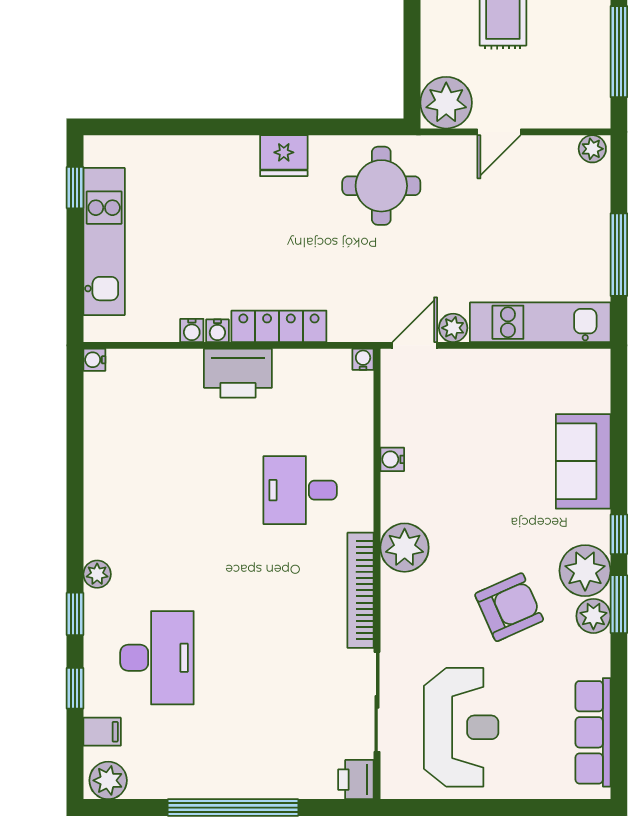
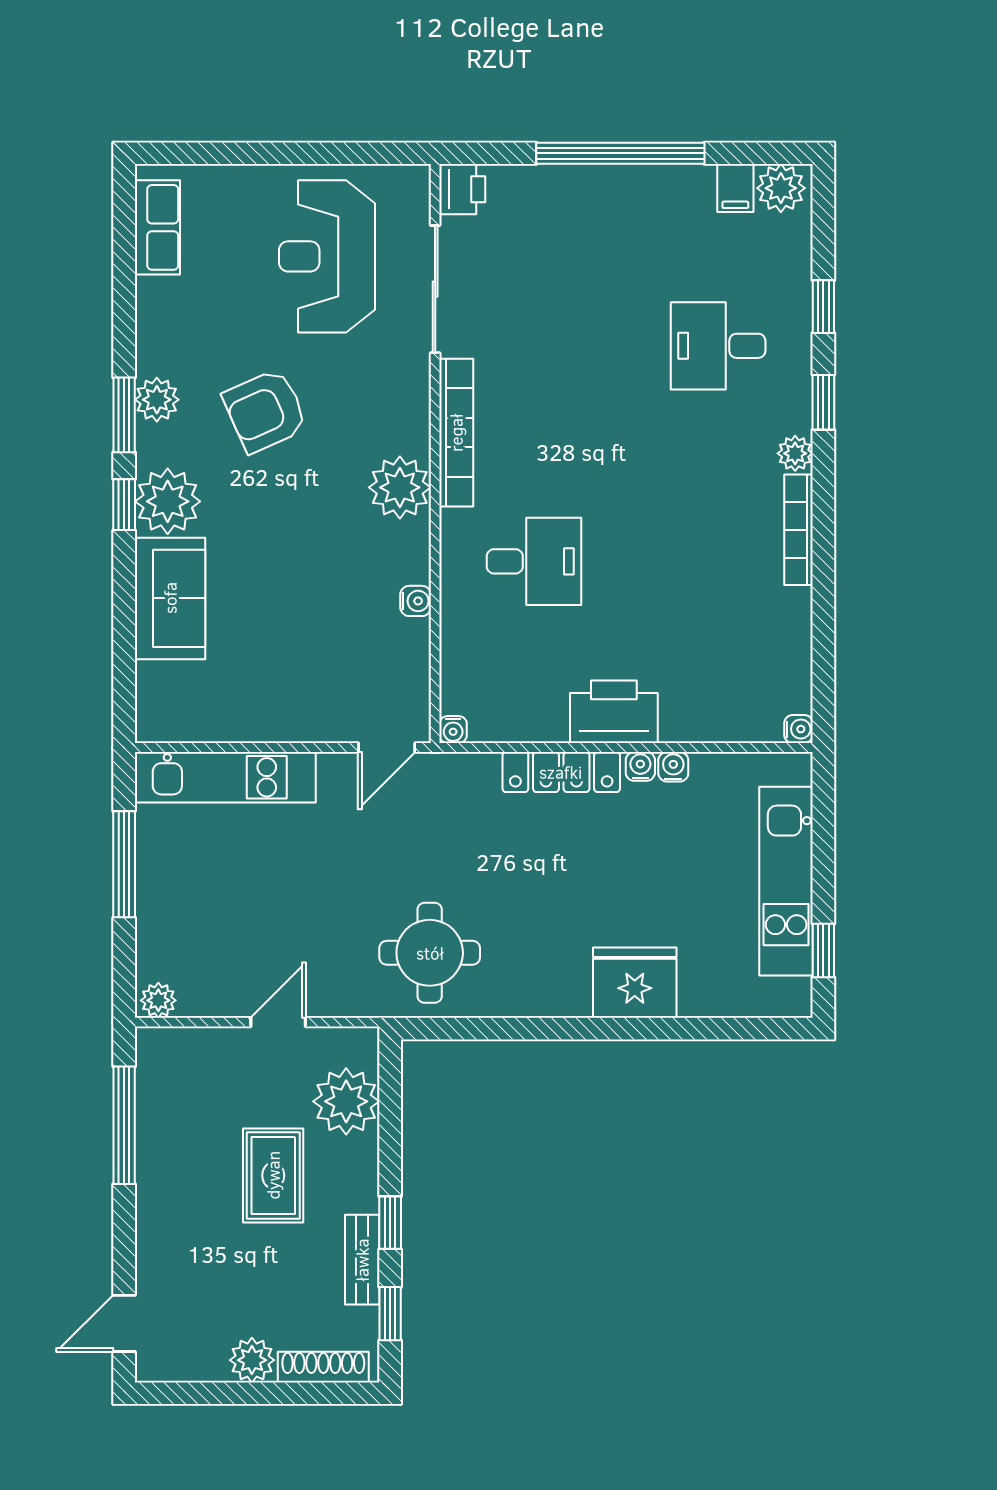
plant: (446, 103) -> (346, 1101), moved
fridge: (284, 156) -> (635, 983), moved, width x1.36, depth x1.34
plant: (453, 328) -> (337, 770), removed
bookcase: (94, 515) -> (799, 530), added
plant: (585, 571) -> (168, 501), moved
desk: (157, 658) -> (718, 346), width x0.73
filing cabinet: (102, 732) -> (735, 188), moved, turned -90
row of seats: (593, 732) -> (157, 227), width x0.68

